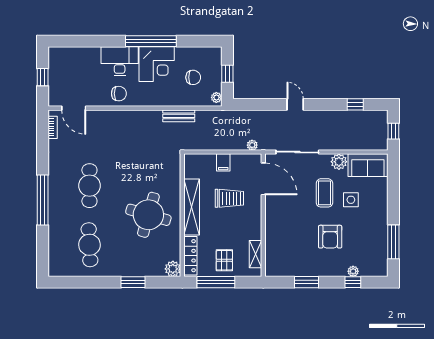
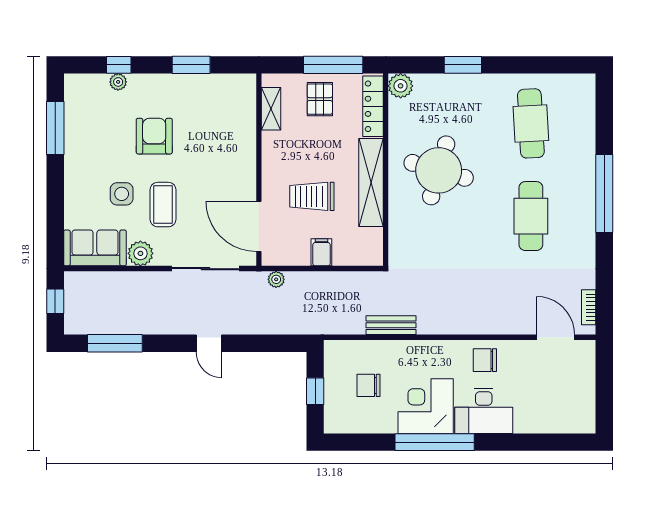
window: (43, 77) -> (604, 386), removed
plant: (216, 97) -> (332, 354), removed
window: (355, 104) -> (115, 343), width x2.17

